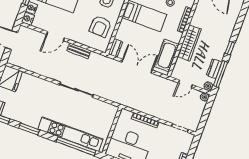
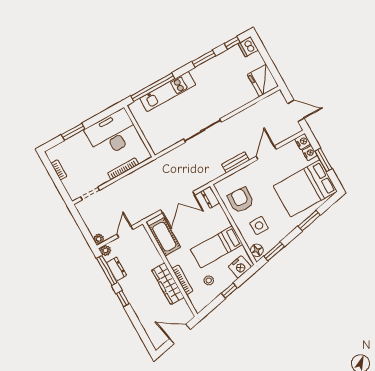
wardrobe: (189, 43) -> (168, 284), moved
kitchen unit: (71, 134) -> (168, 92), width x0.73

